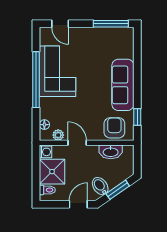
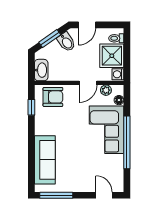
corner sofa: (58, 71) -> (107, 130), moved
sofa: (123, 85) -> (45, 160), moved
armchair: (114, 128) -> (53, 97), turned -90
door: (77, 143) -> (88, 83), hinge flipped
washbasin: (111, 152) -> (41, 70), moved, turned 90

